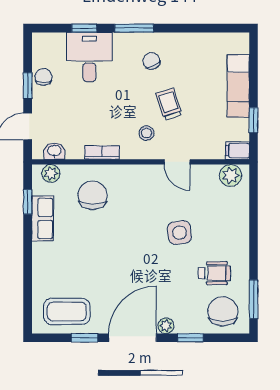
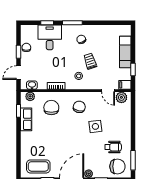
door: (177, 162) -> (108, 91), moved
chair: (147, 194) -> (79, 107), added
chair: (223, 311) -> (117, 166), turned 90

